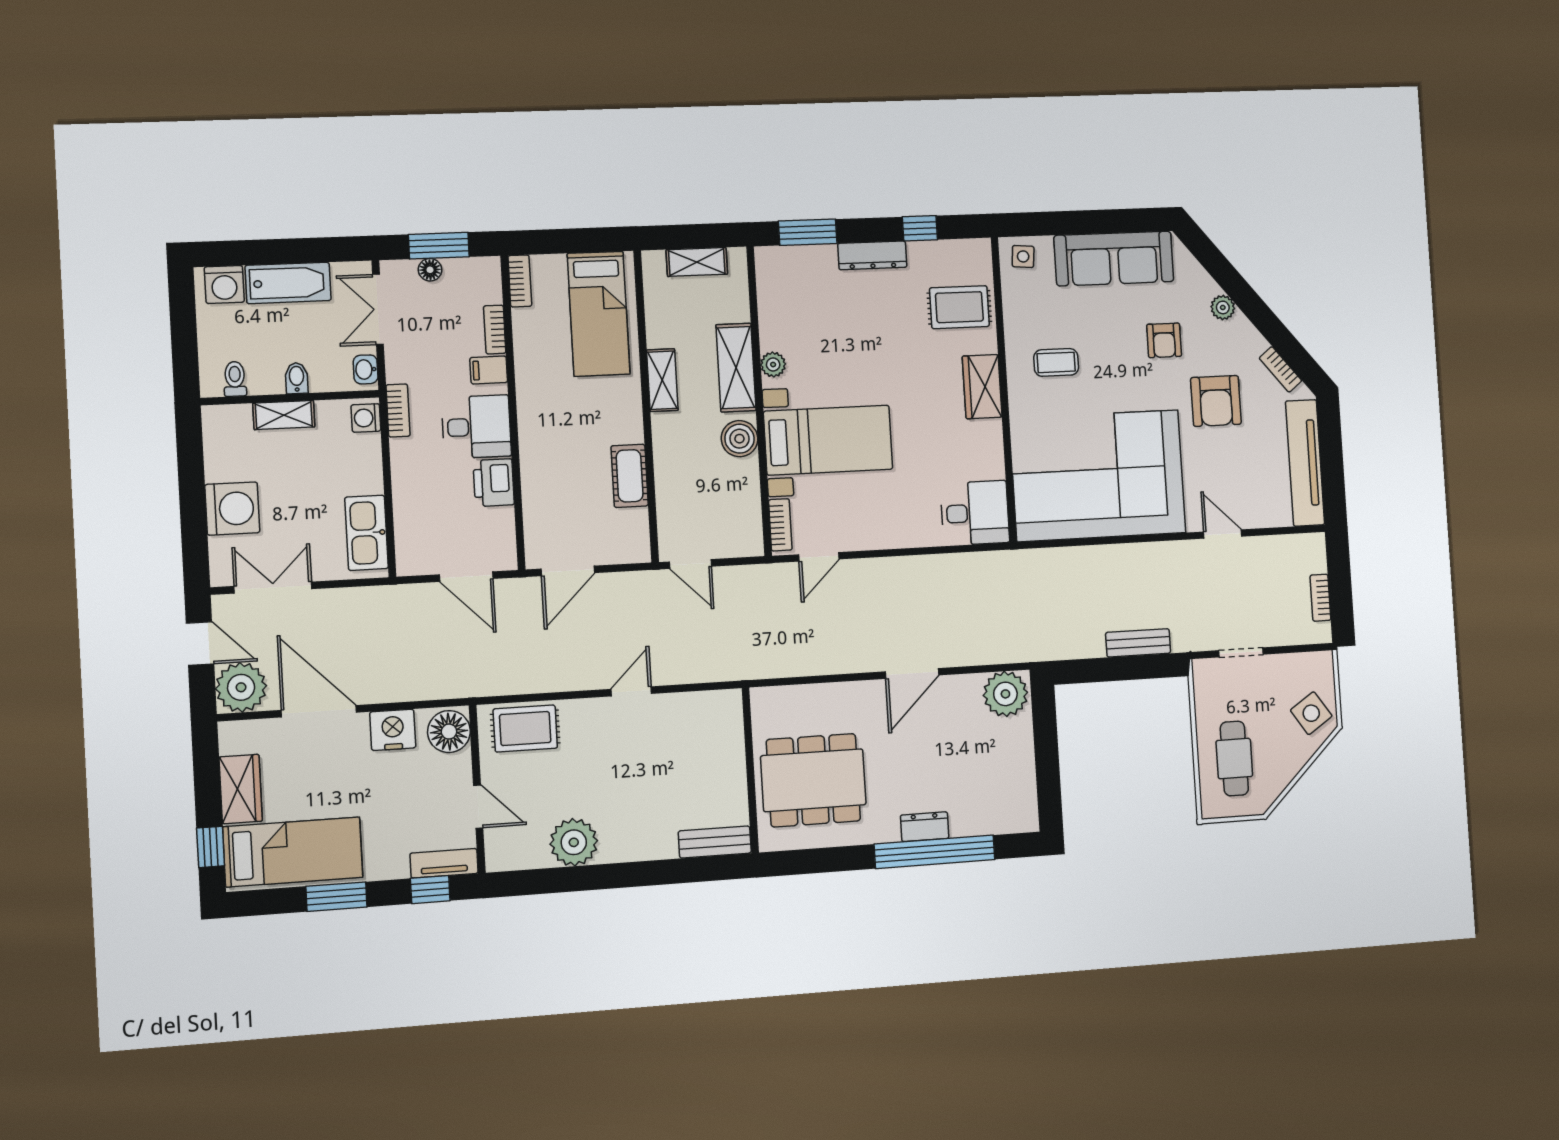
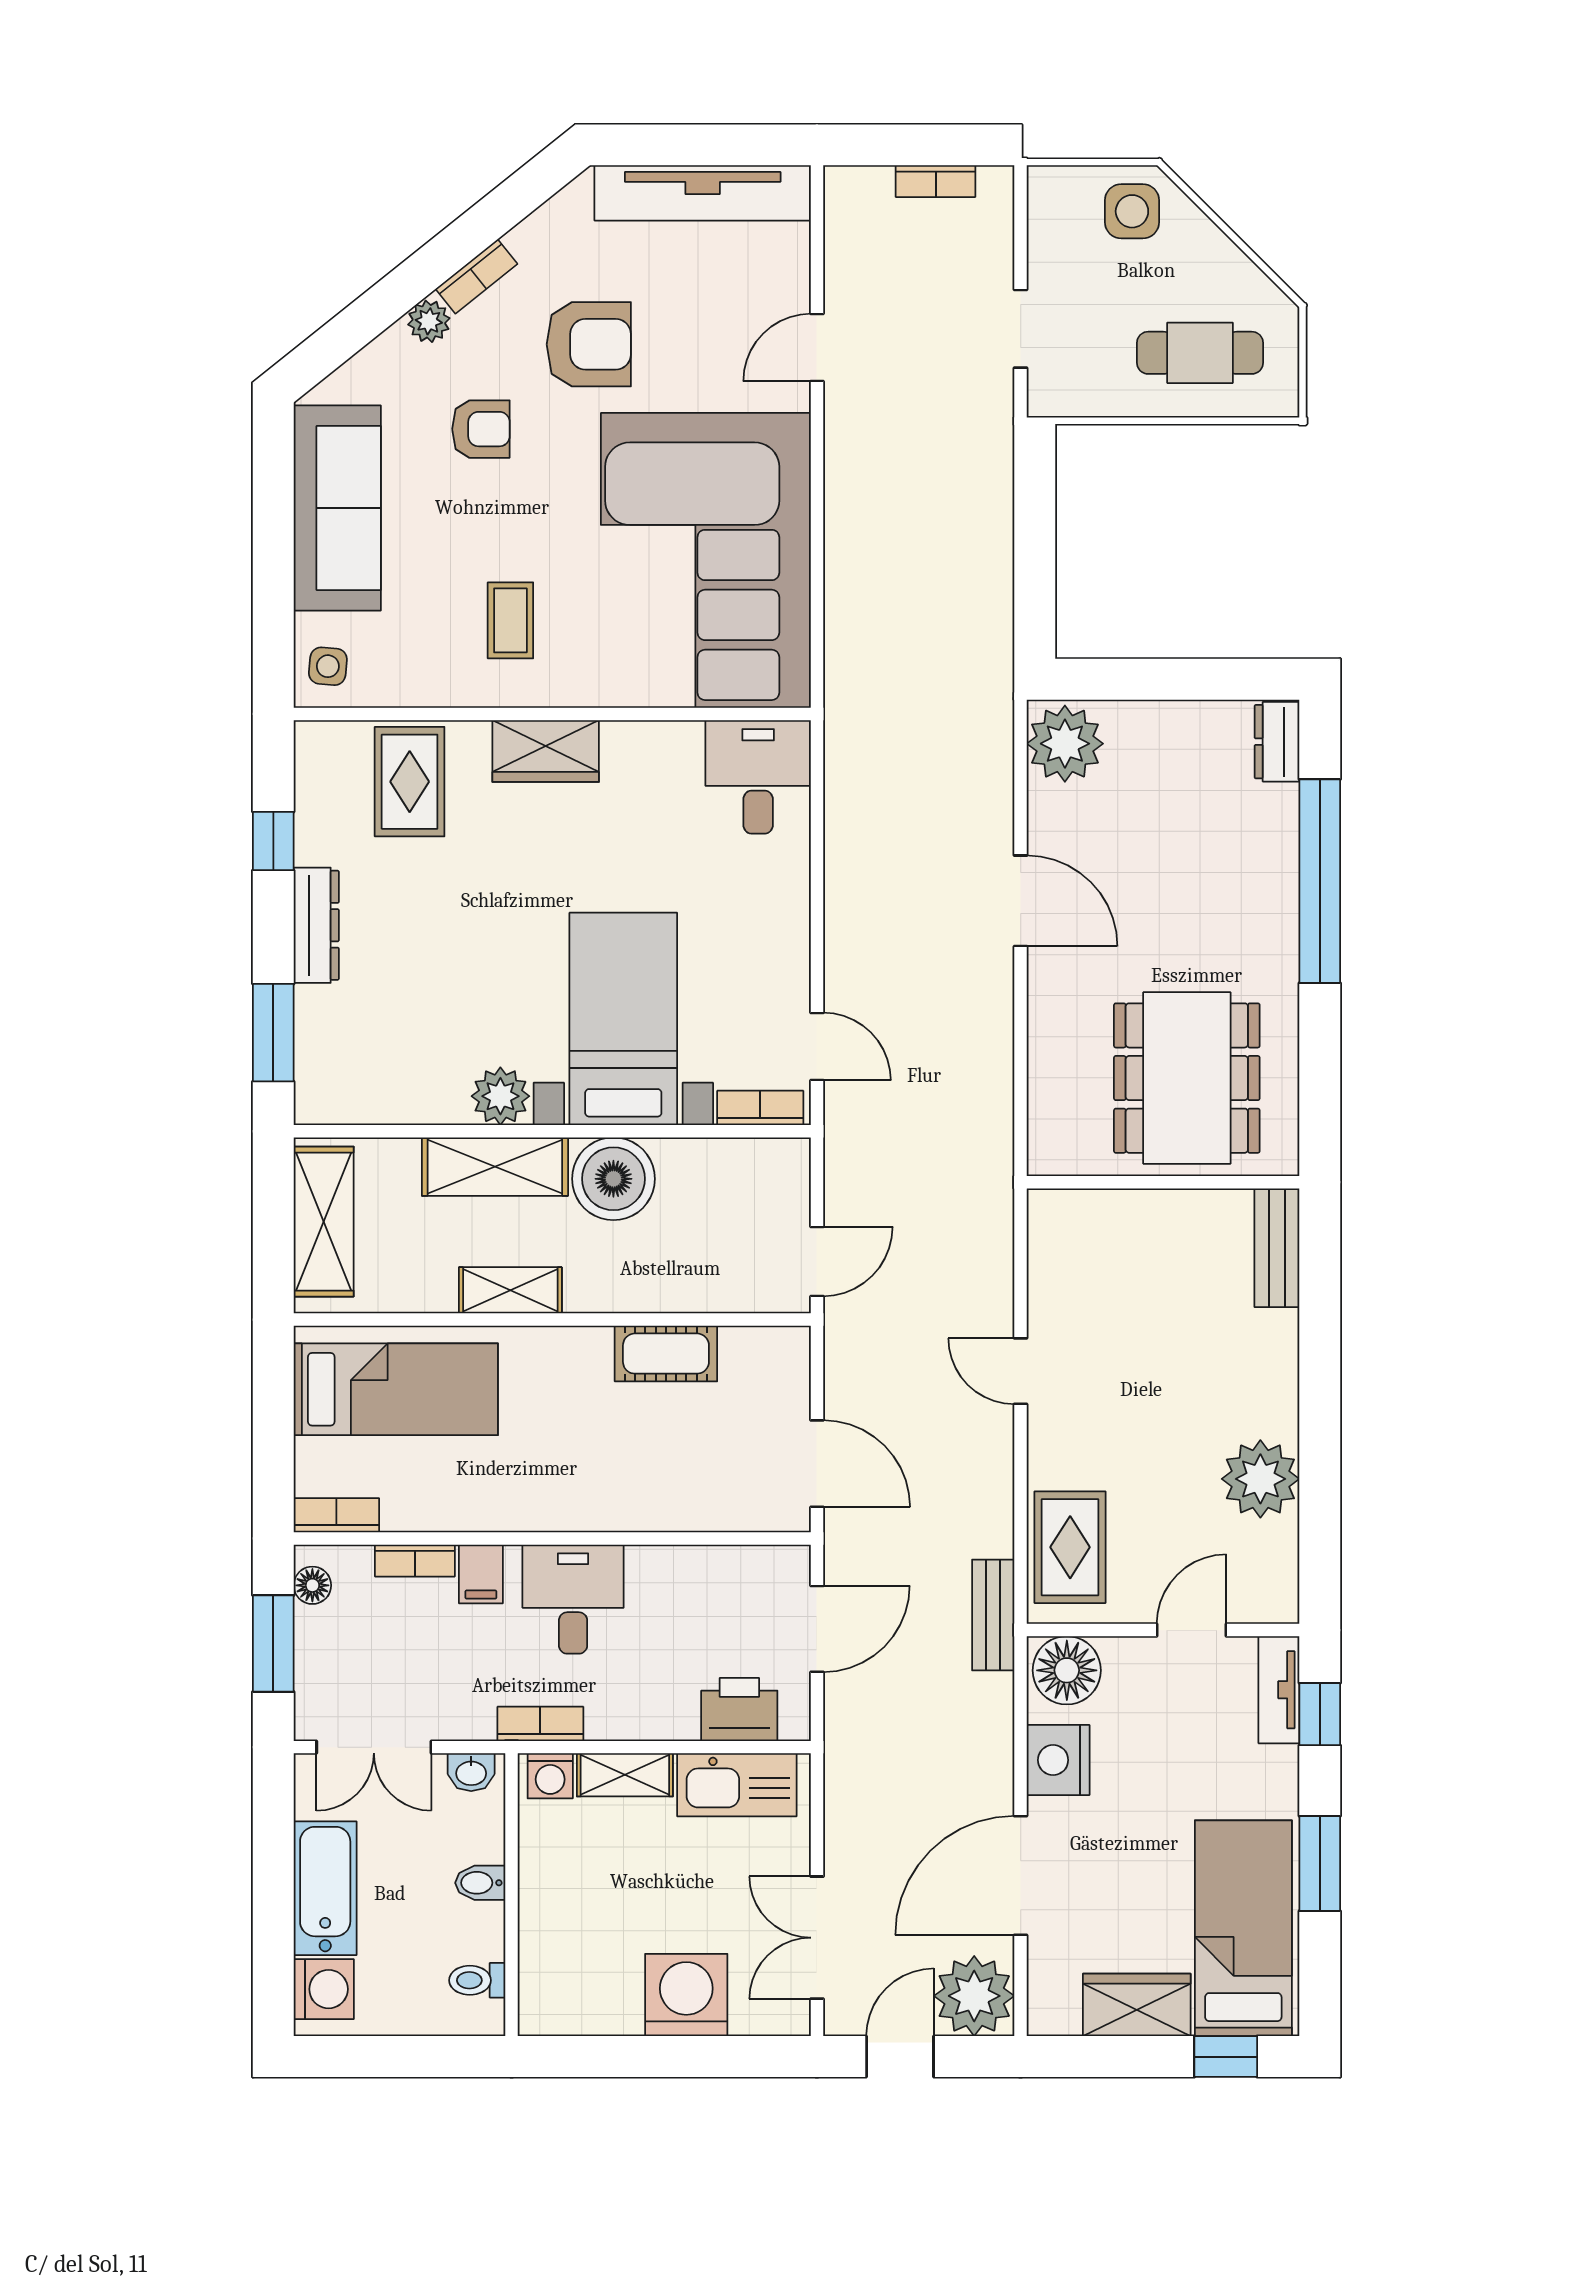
shelving: (697, 262) -> (324, 1222), width x1.50, depth x1.33
floor lamp: (430, 270) -> (312, 1585), moved
plant: (773, 365) -> (500, 1096), width x1.38, depth x1.38
bookcase: (1280, 369) -> (476, 276), moved
shelving: (284, 415) -> (625, 1775), moved, turned 90
boiler: (739, 439) -> (613, 1179), width x1.37, depth x1.37
printer: (494, 483) -> (739, 1709), moved, turned 180
bench: (1138, 643) -> (993, 1615), moved
side table: (1311, 713) -> (1132, 211), turned 34
dresser: (925, 827) -> (1277, 742), moved

